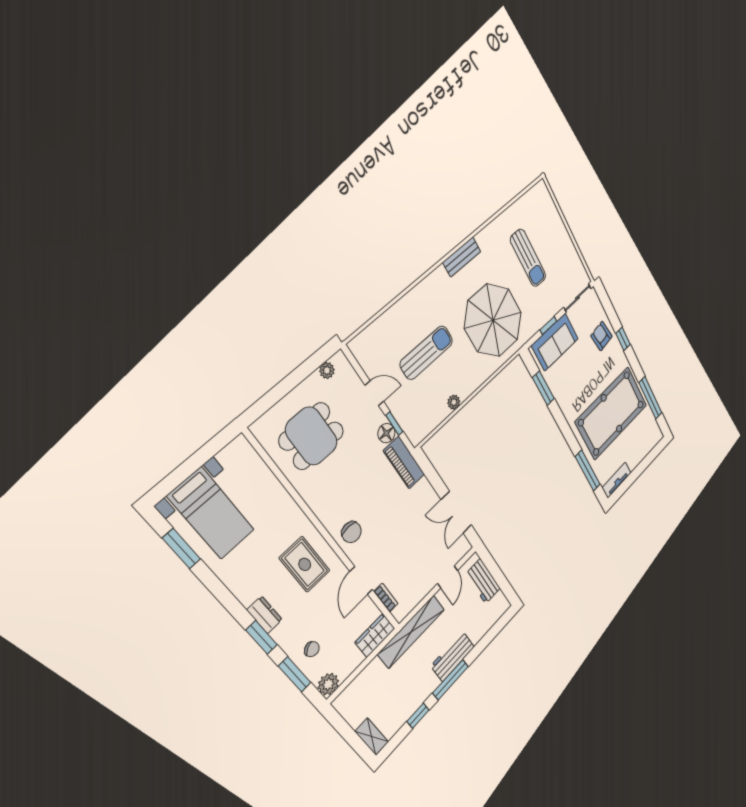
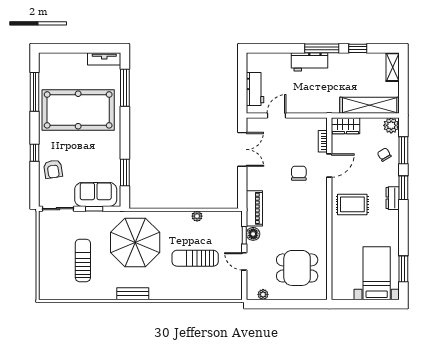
chair: (351, 532) -> (299, 173), moved
rug: (305, 564) -> (352, 204), turned 90
shelving: (411, 632) -> (370, 105), moved

